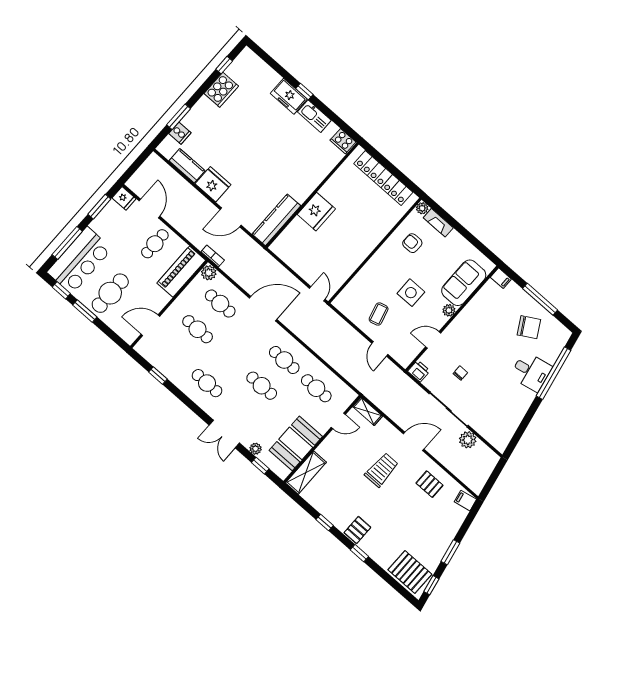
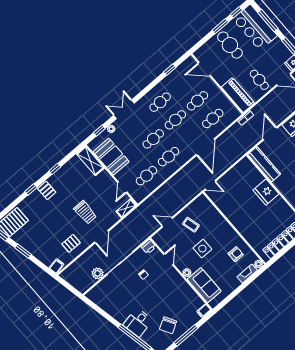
plant: (209, 273) -> (235, 114), removed
door: (150, 325) -> (204, 69), swing flipped
cafe table: (230, 357) -> (175, 120), added

